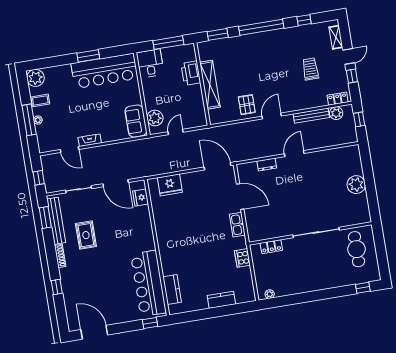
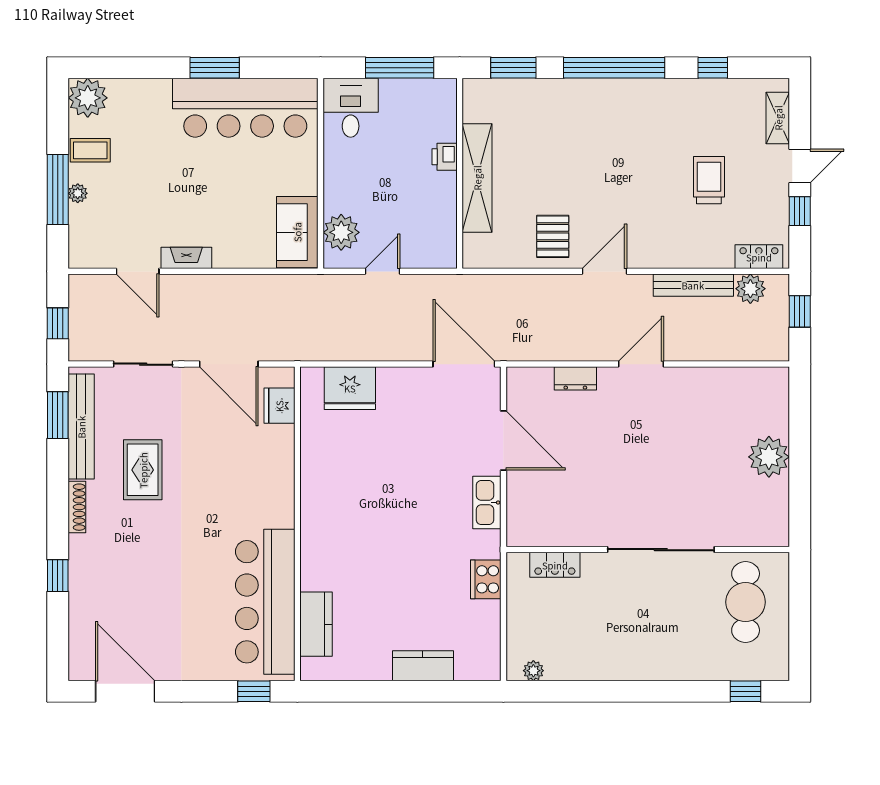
printer: (191, 73) -> (445, 157), width x0.53, depth x0.68

